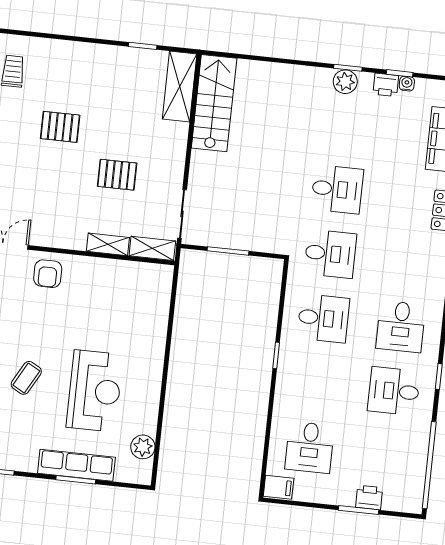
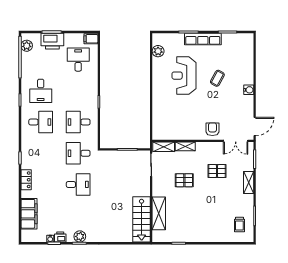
shelving: (180, 87) -> (159, 213), moved
pallet: (60, 127) -> (217, 171), moved
desk: (337, 189) -> (78, 184), turned 180
desk: (401, 327) -> (41, 122), turned 90
desk: (394, 391) -> (41, 91), turned 90
row of seats: (76, 465) -> (203, 39), moved
plant: (413, 487) -> (27, 46), added
printer: (369, 498) -> (52, 41), width x1.87, depth x1.48

